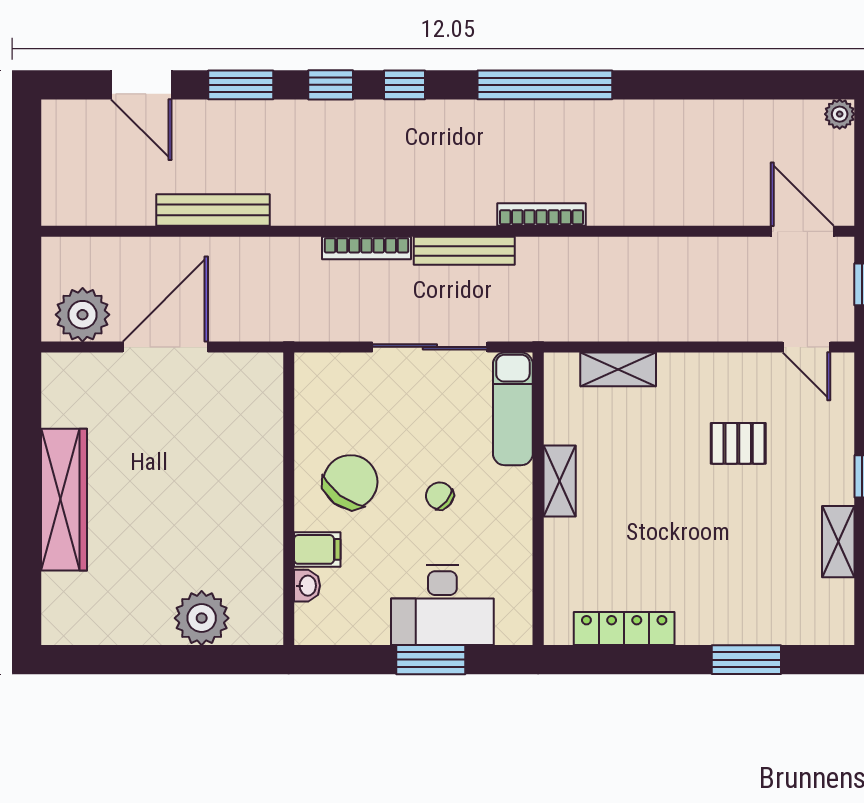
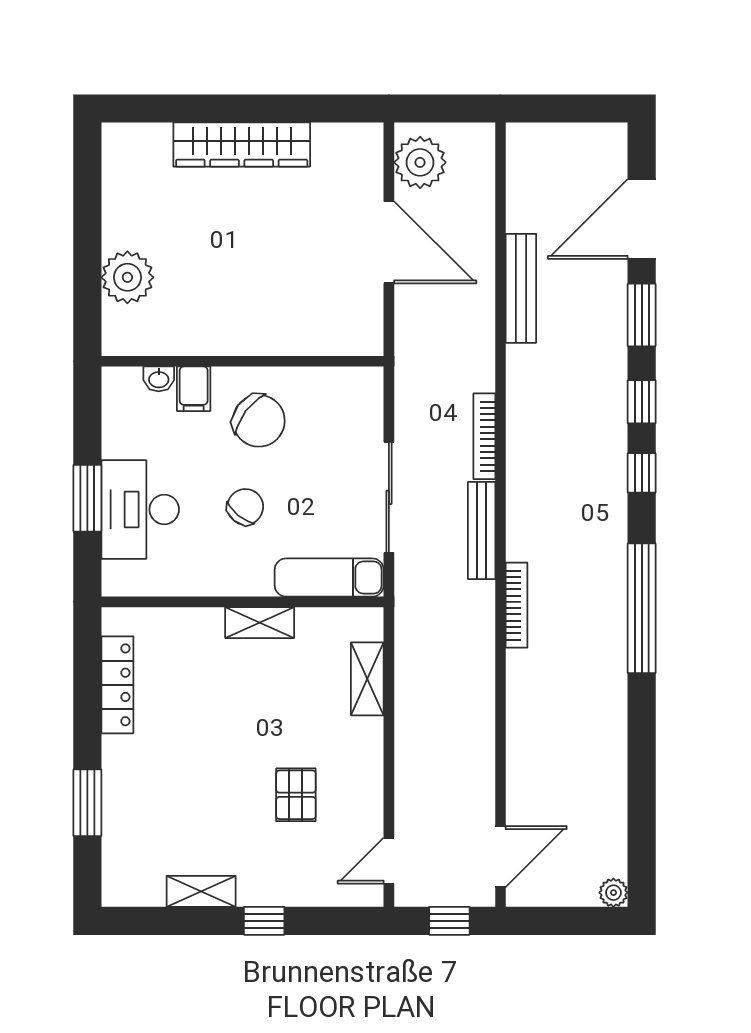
door: (141, 85) -> (642, 219), width x1.36
chair: (440, 496) -> (245, 507), width x1.37, depth x1.37

